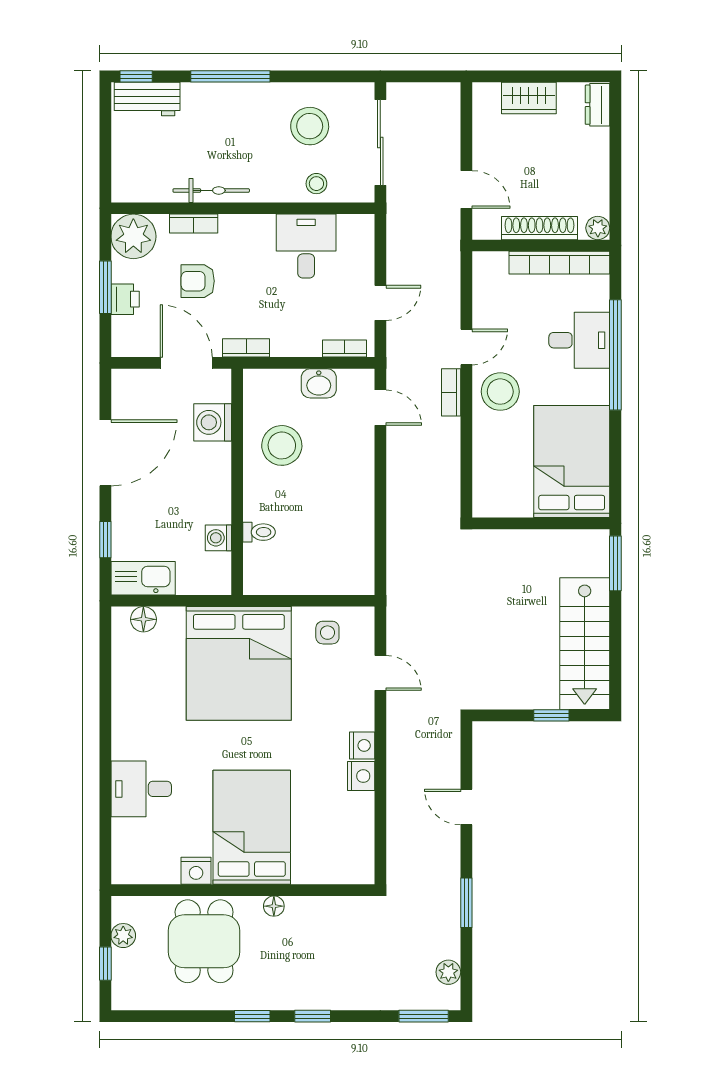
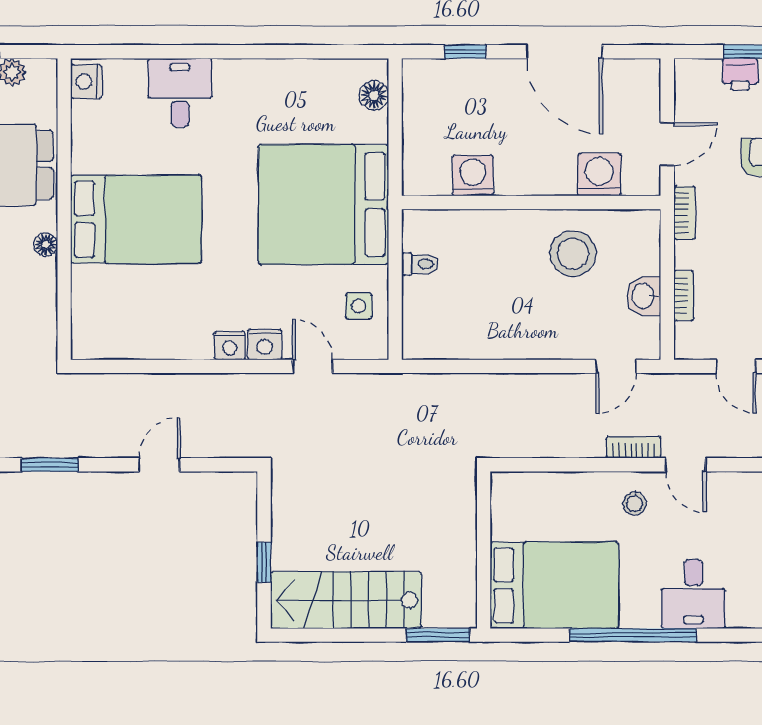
bookcase: (344, 348) -> (684, 296), moved
window: (615, 355) -> (633, 635), moved
door: (186, 363) -> (667, 144), width x0.73
stool: (500, 392) -> (635, 504), width x0.53, depth x0.53
toilet: (259, 532) -> (420, 264), moved, turned -90
washing machine: (218, 538) -> (473, 176), width x1.38, depth x1.38
kitchen sink: (143, 578) -> (421, 95), removed
door: (380, 673) -> (313, 366), swing flipped
nightstand: (361, 776) -> (265, 344), moved
nightstand: (196, 871) -> (86, 81), moved

